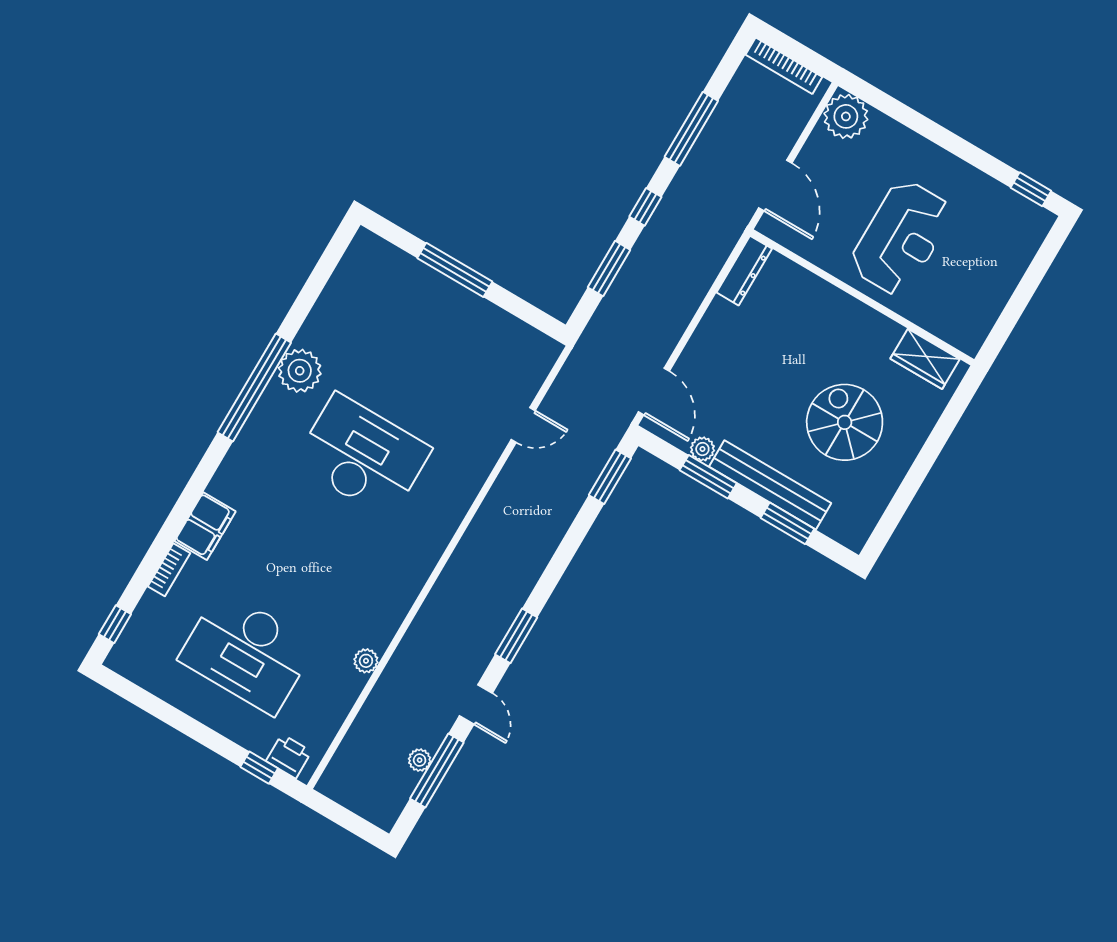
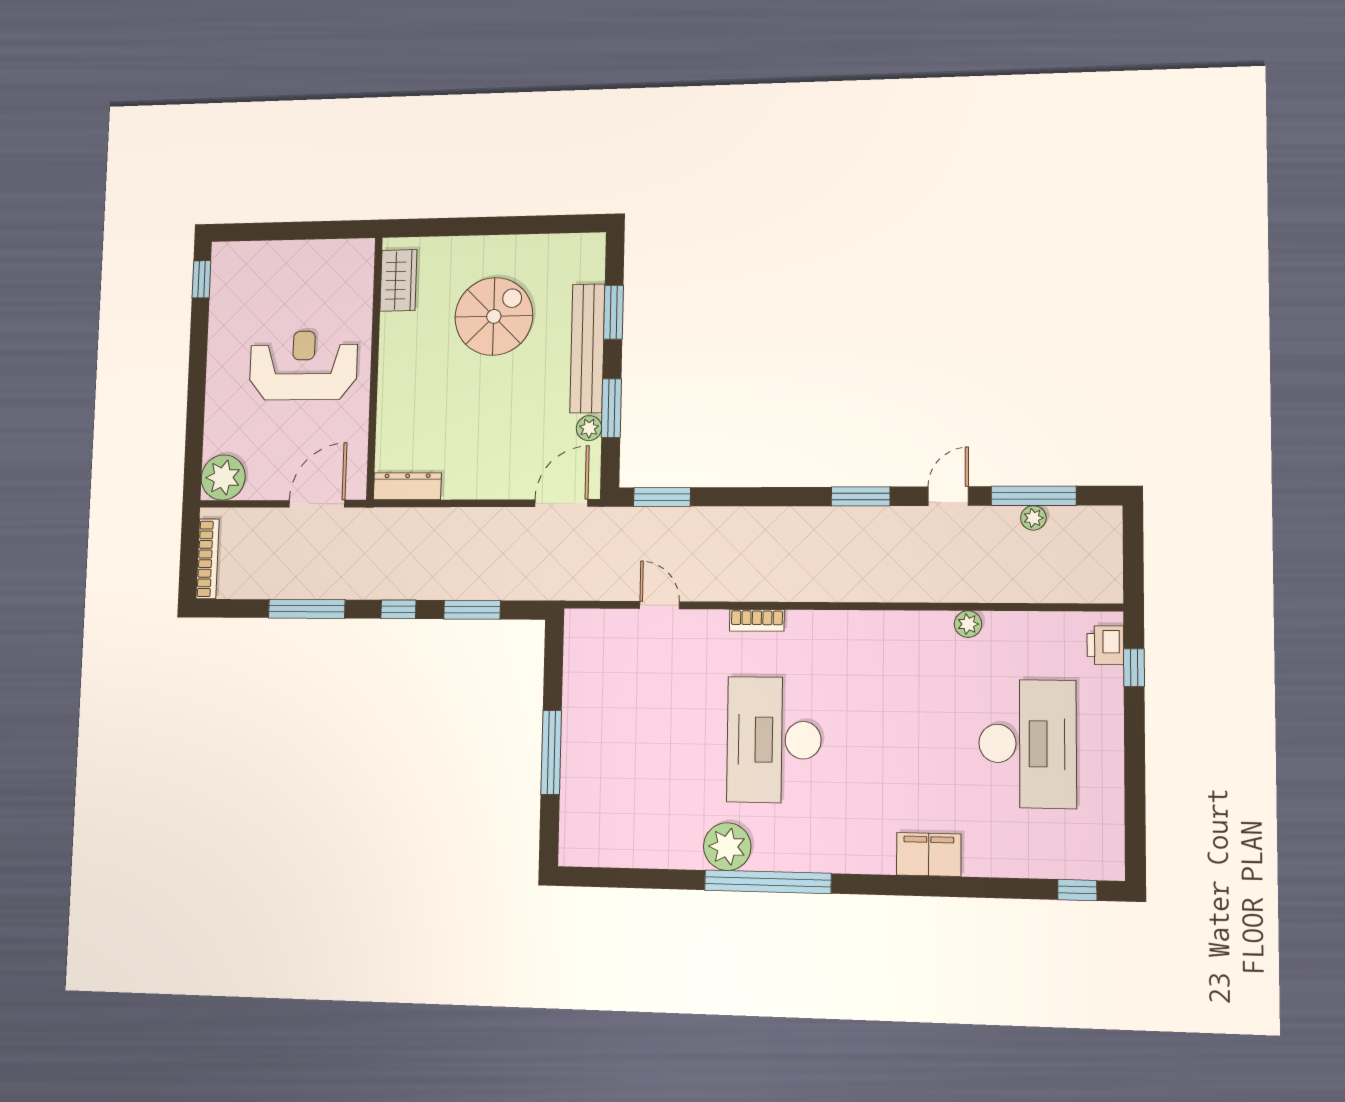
spiral stairs: (845, 422) -> (494, 316), turned 180
bookcase: (169, 570) -> (757, 620), moved, turned 180

